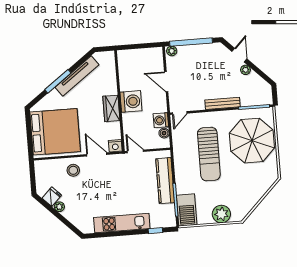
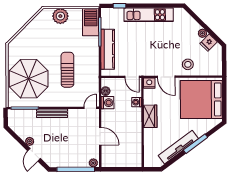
washing machine: (131, 101) -> (137, 102), moved, width x0.53, depth x0.53
sun lounger: (209, 154) -> (67, 70), width x0.73, depth x0.75

